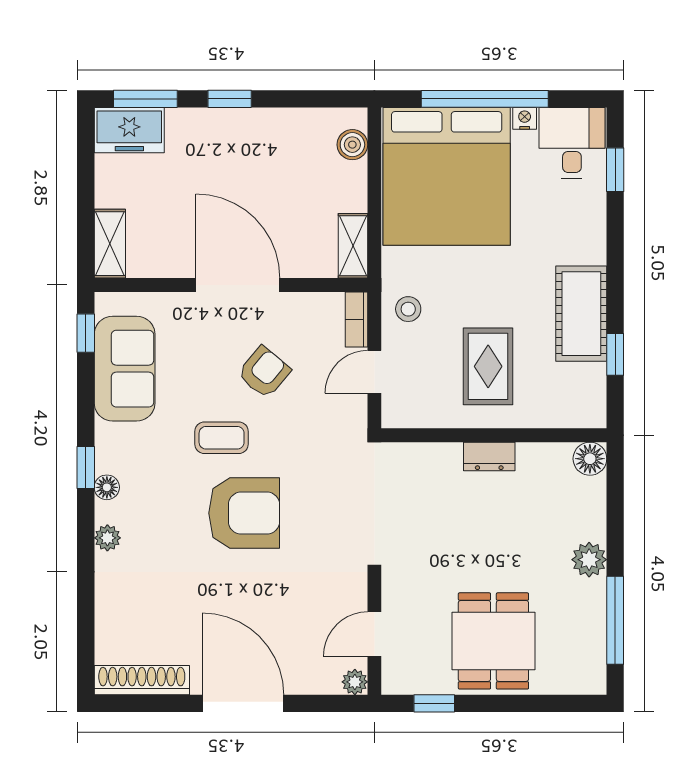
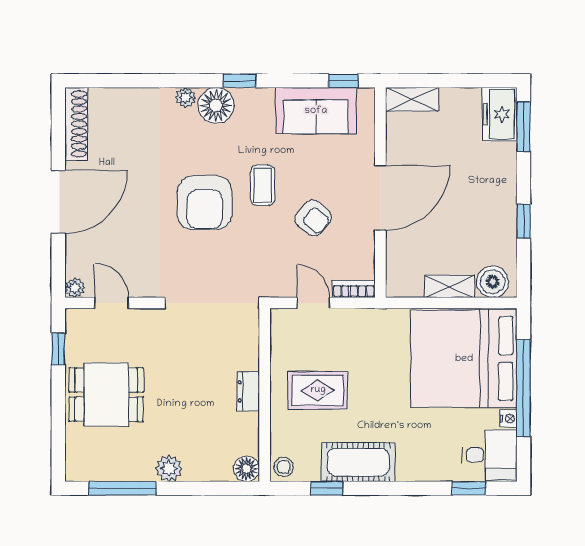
window: (230, 99) -> (524, 221), moved
boiler: (352, 145) -> (493, 282), width x1.36, depth x1.36
shelving: (353, 246) -> (450, 286), moved
stool: (408, 309) -> (284, 467), moved
floor lamp: (107, 487) -> (216, 105), width x1.89, depth x1.89

